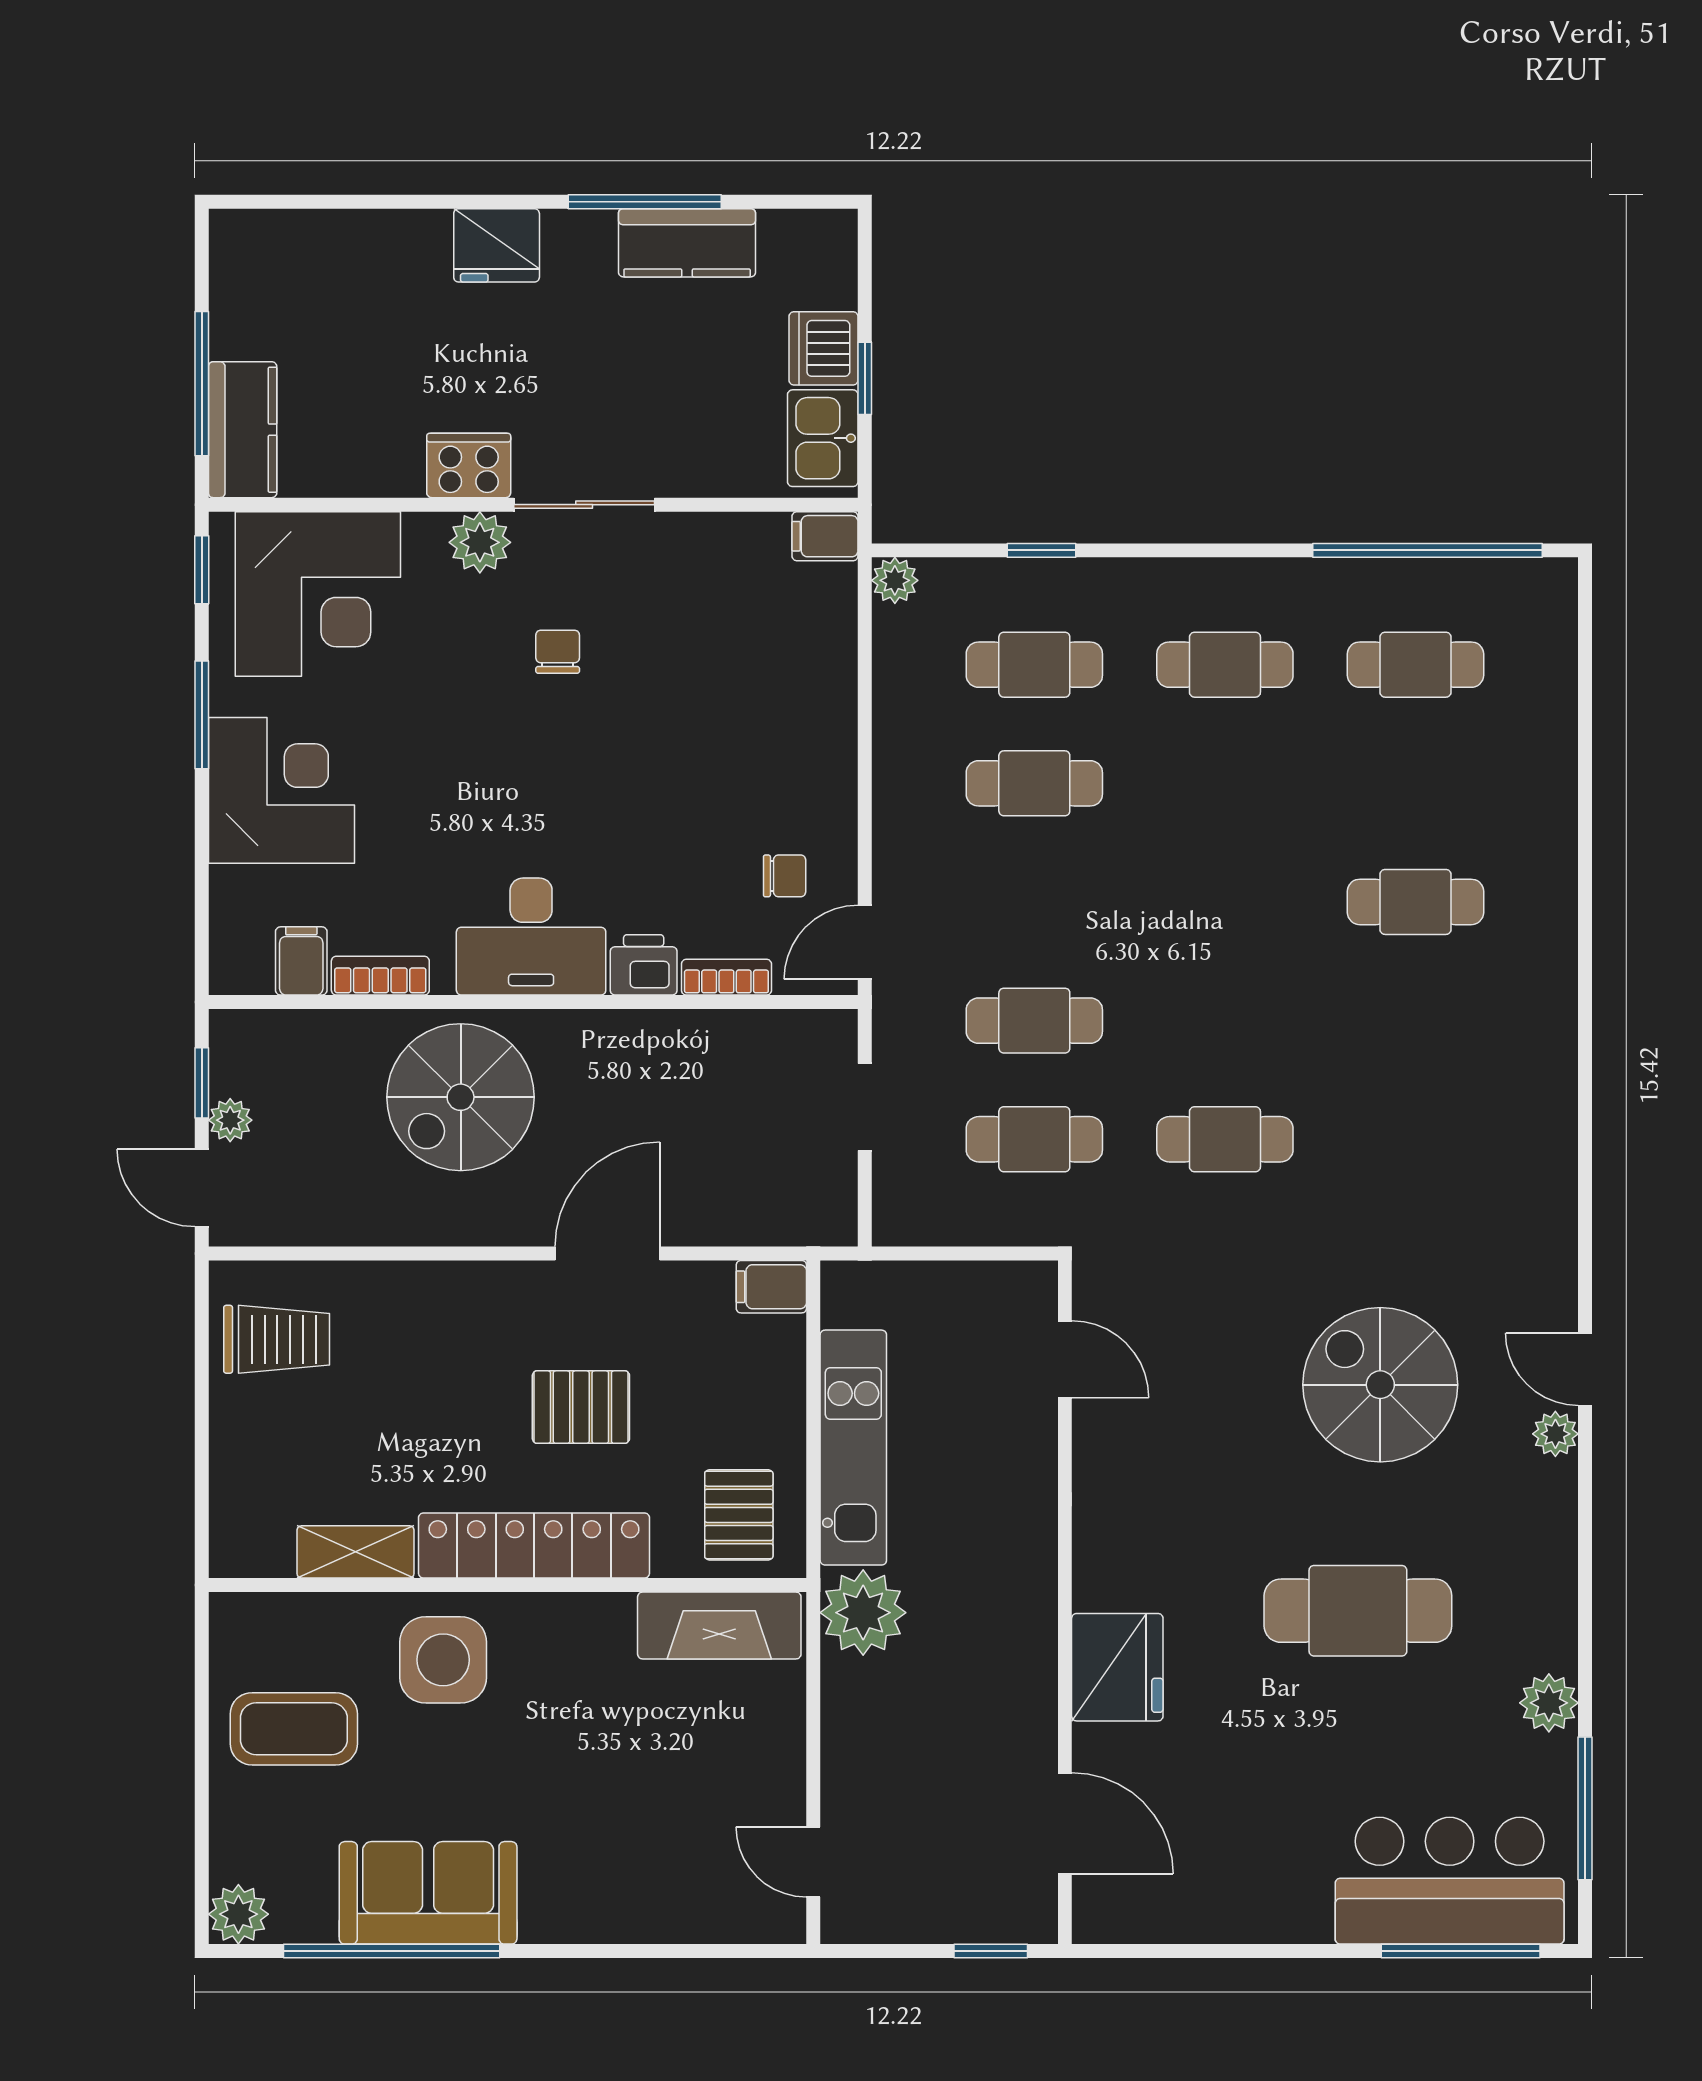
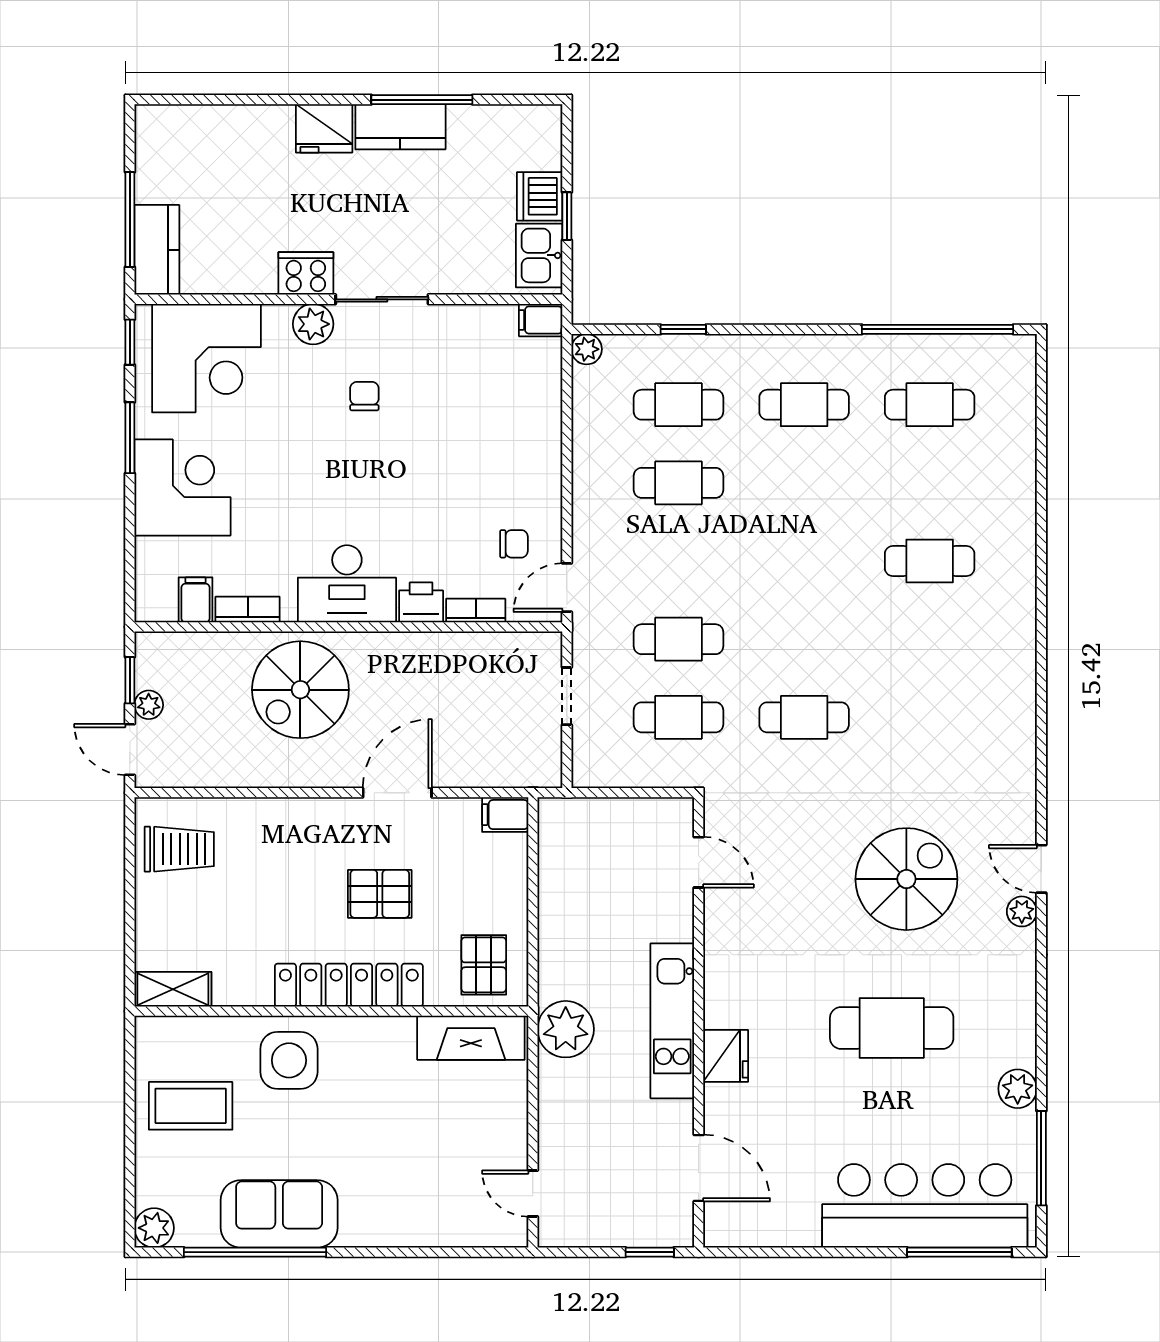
kitchen counter: (687, 243) -> (400, 127), moved
spiral stairs: (1380, 1385) -> (906, 879), turned 90
kitchen unit: (853, 1448) -> (672, 1021), moved, turned 180
shelving: (356, 1552) -> (173, 989), moved
fridge: (1117, 1667) -> (726, 1056), width x0.73, depth x0.75
bar counter: (1450, 1881) -> (925, 1206), width x1.36

